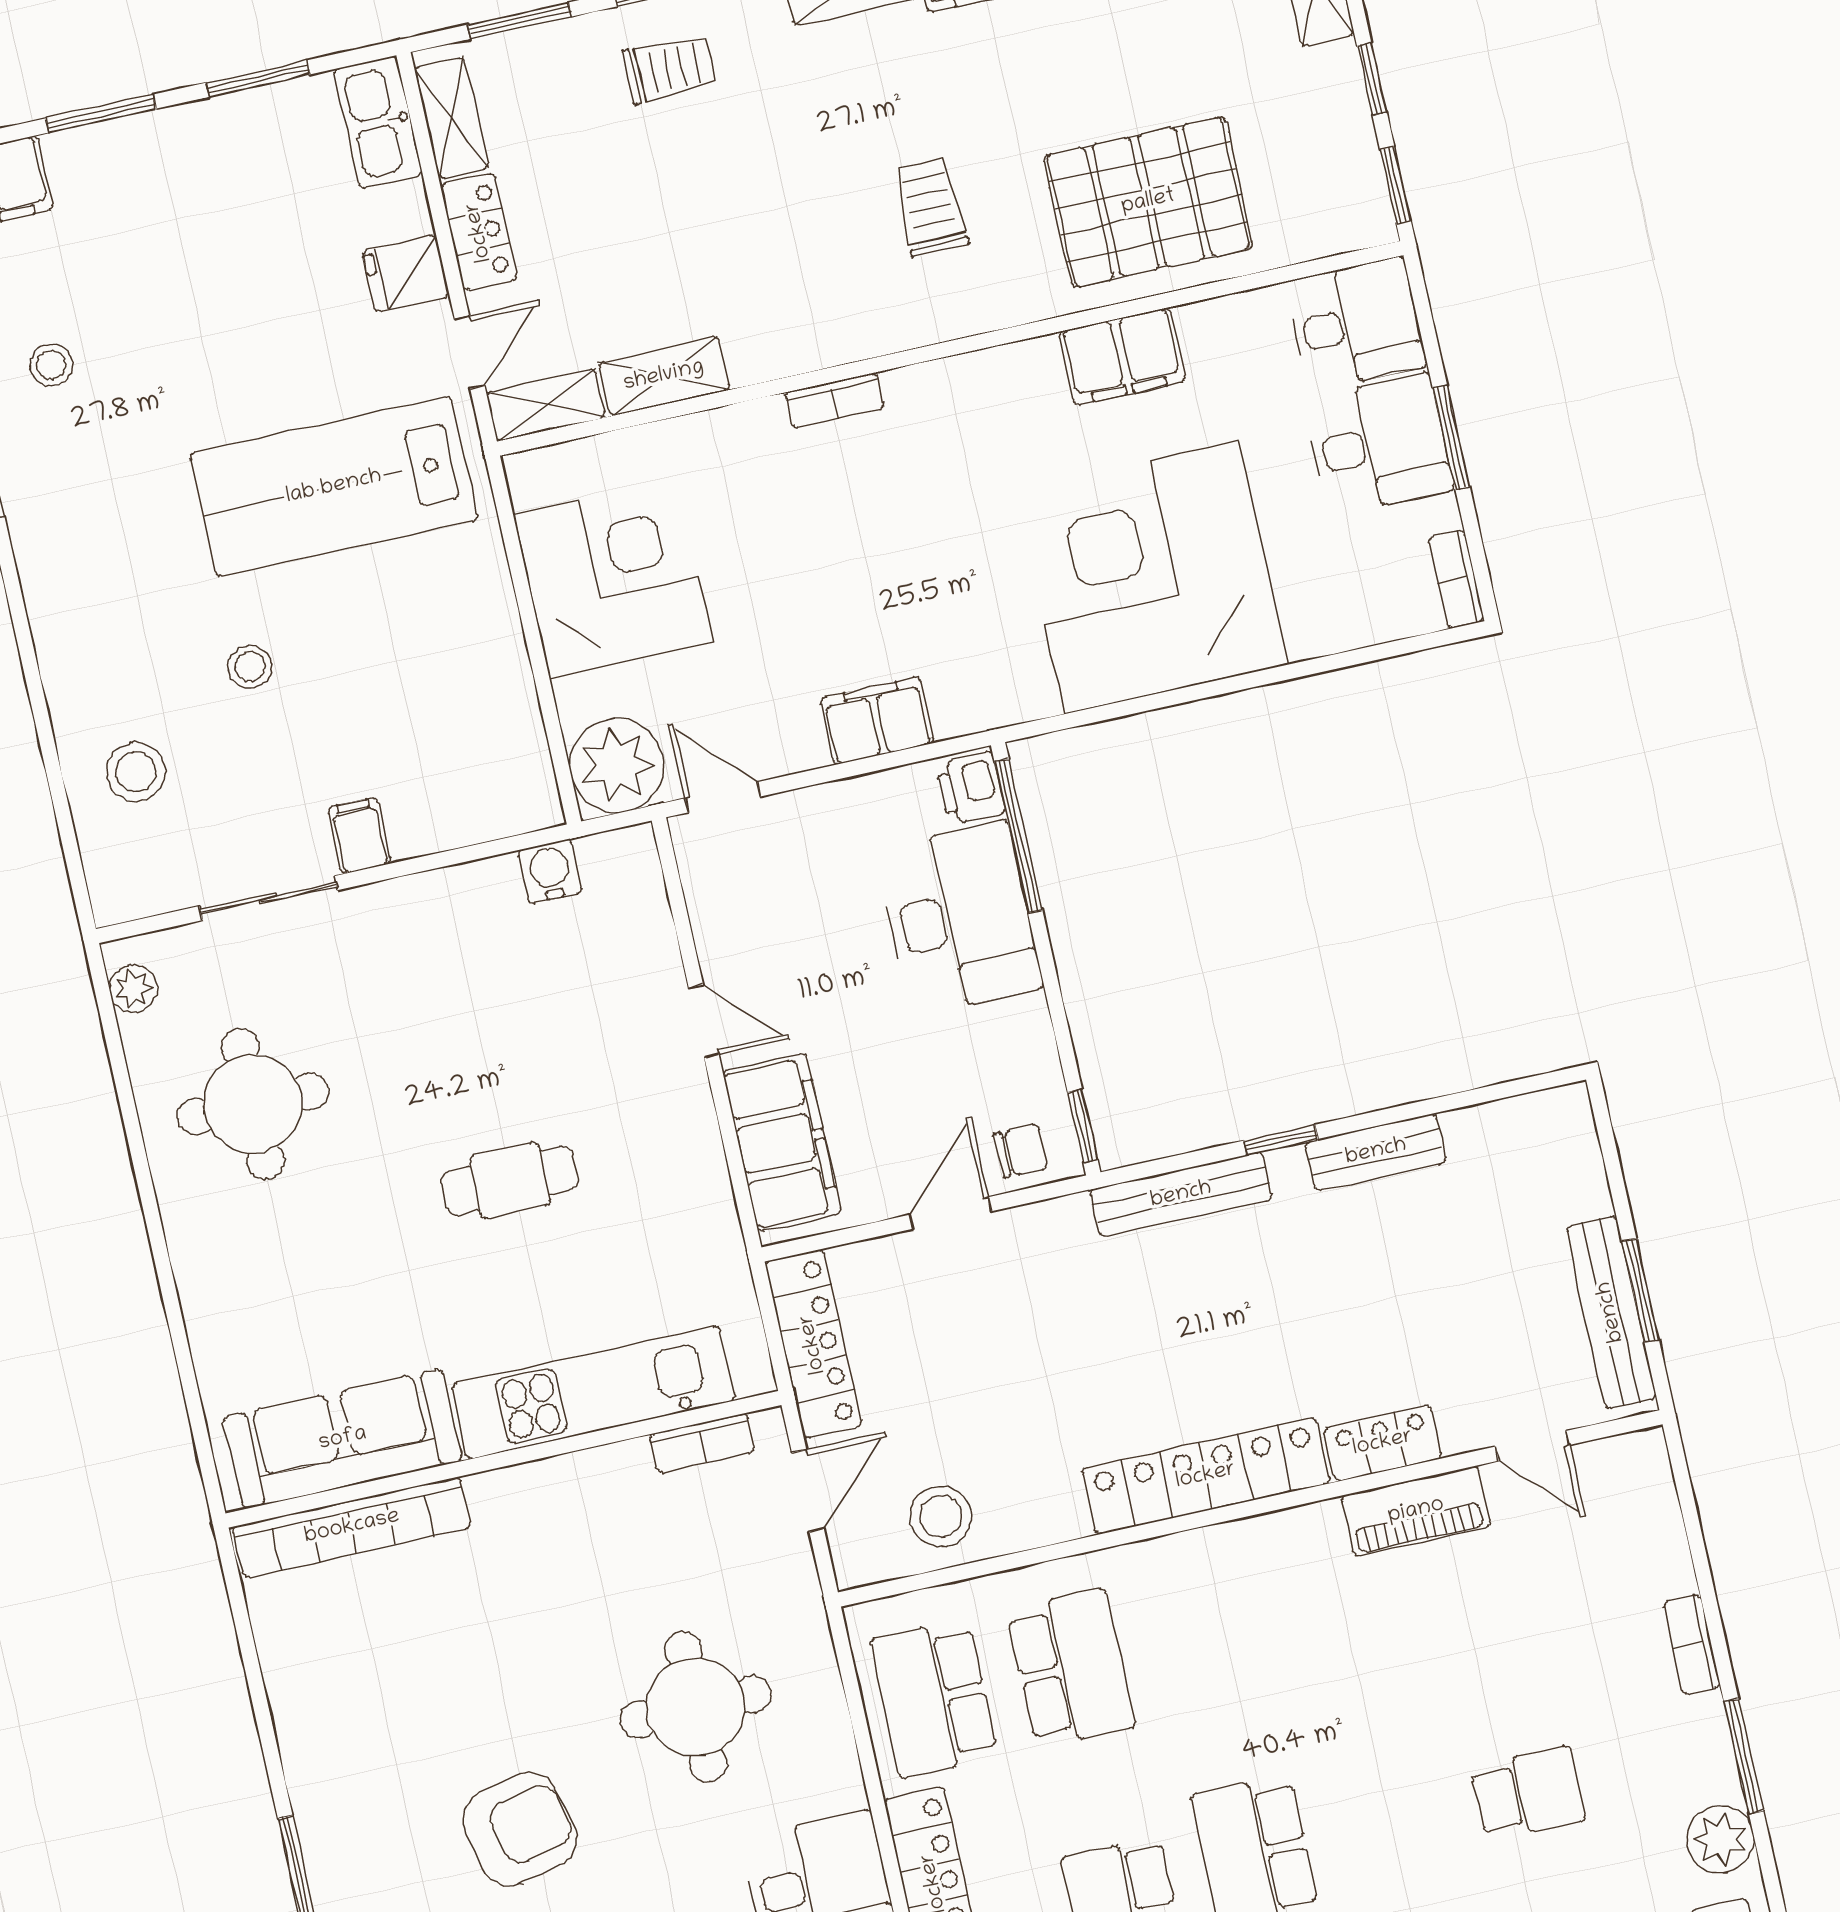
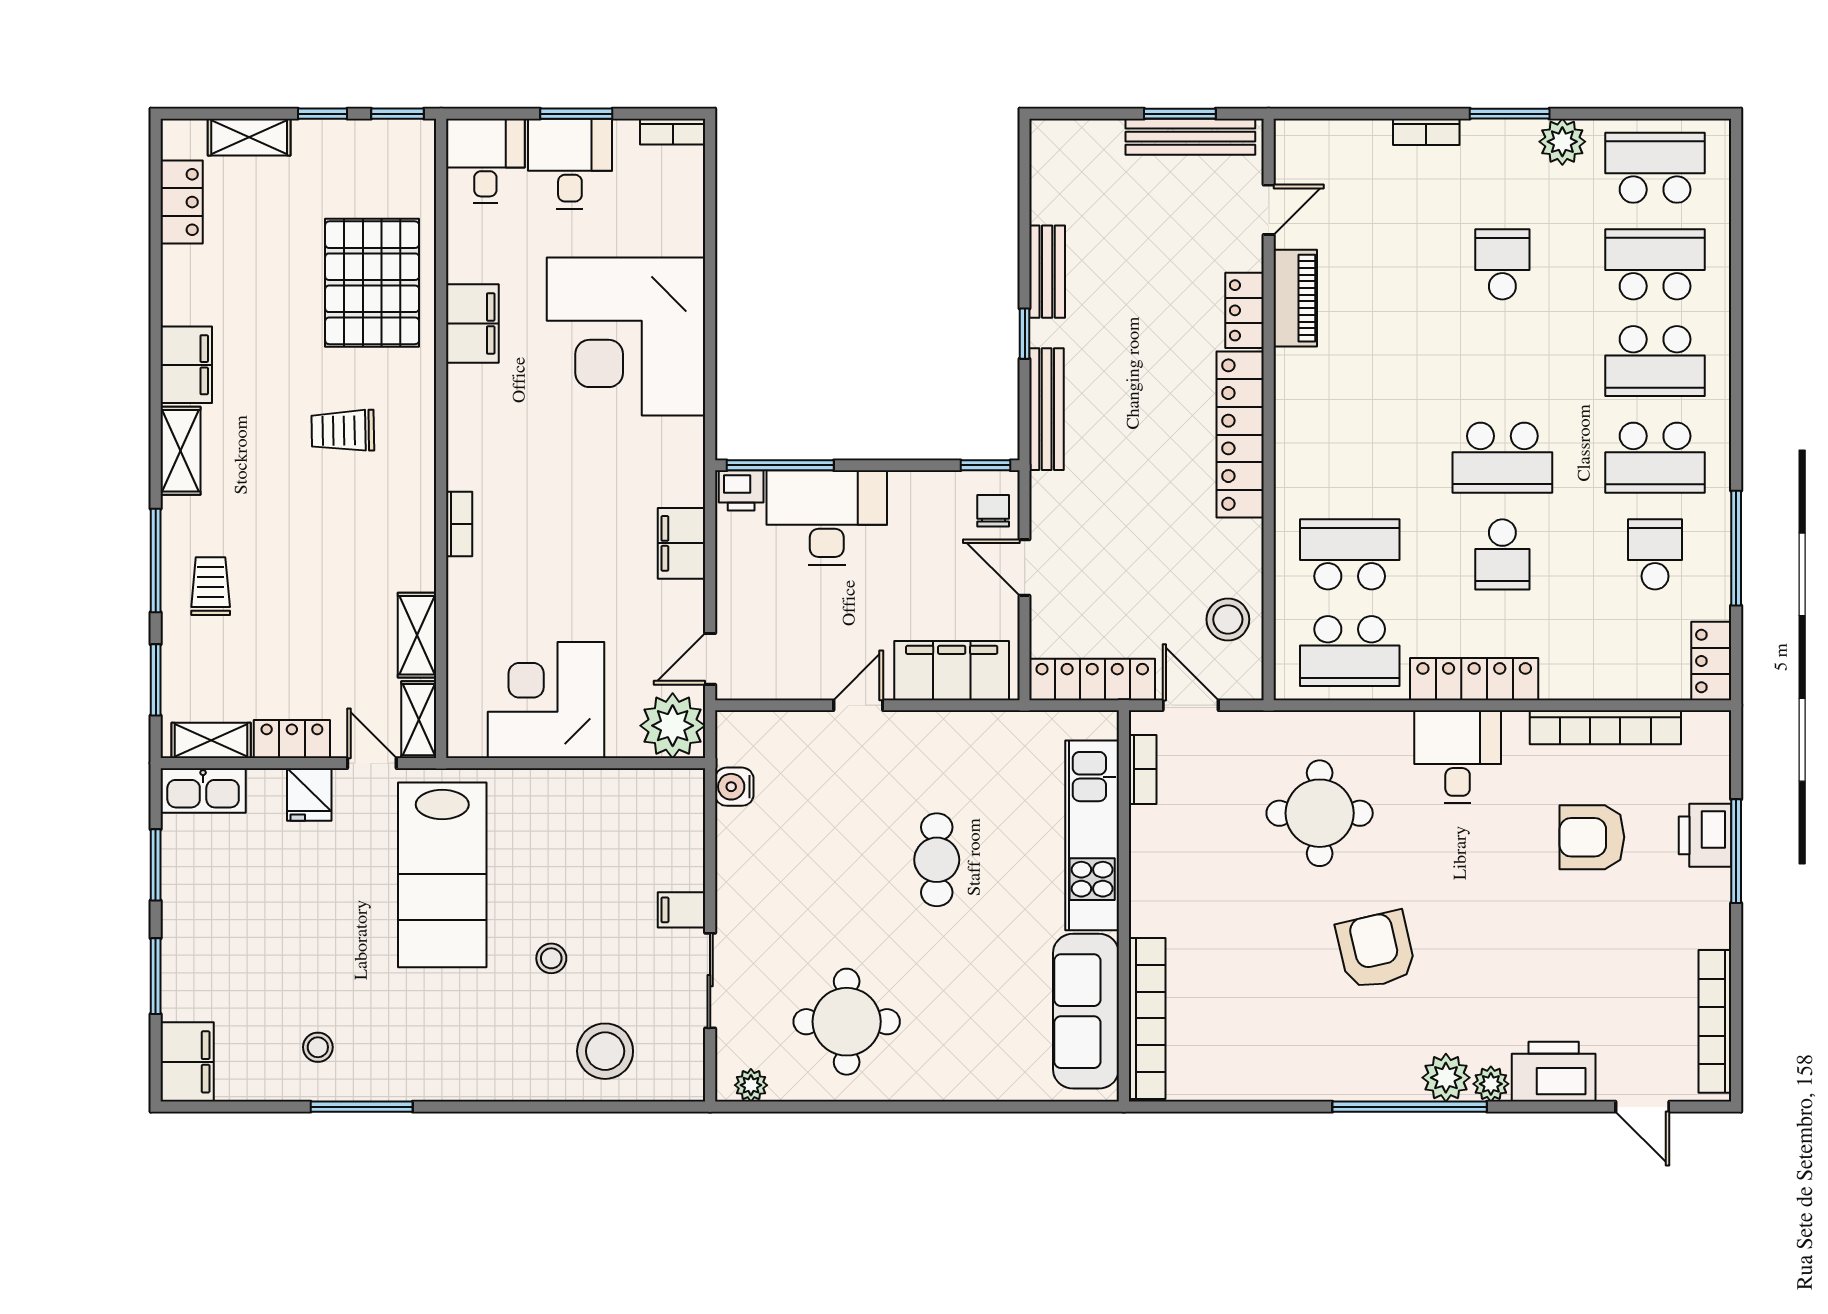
stool: (136, 772) -> (605, 1051), width x1.38, depth x1.38

